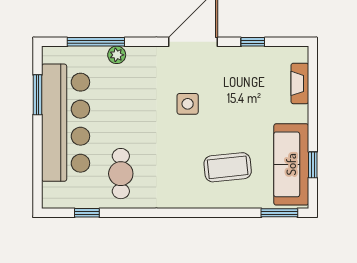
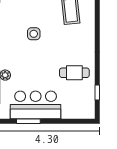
bar counter: (66, 123) -> (36, 105), width x0.73

